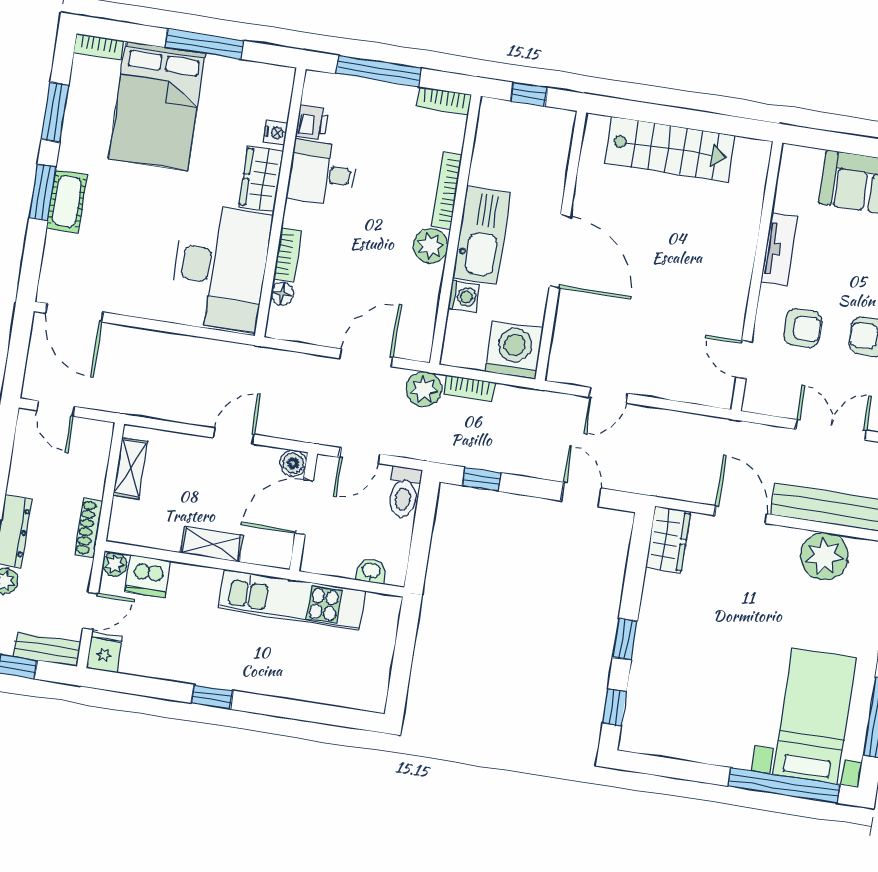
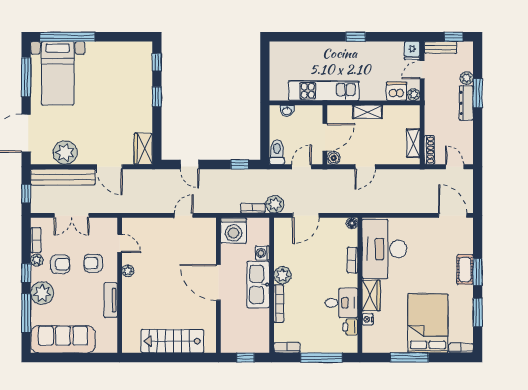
floor lamp: (282, 294) -> (352, 223), moved
plant: (736, 302) -> (128, 271), added
shoe rack: (89, 528) -> (429, 150), moved

